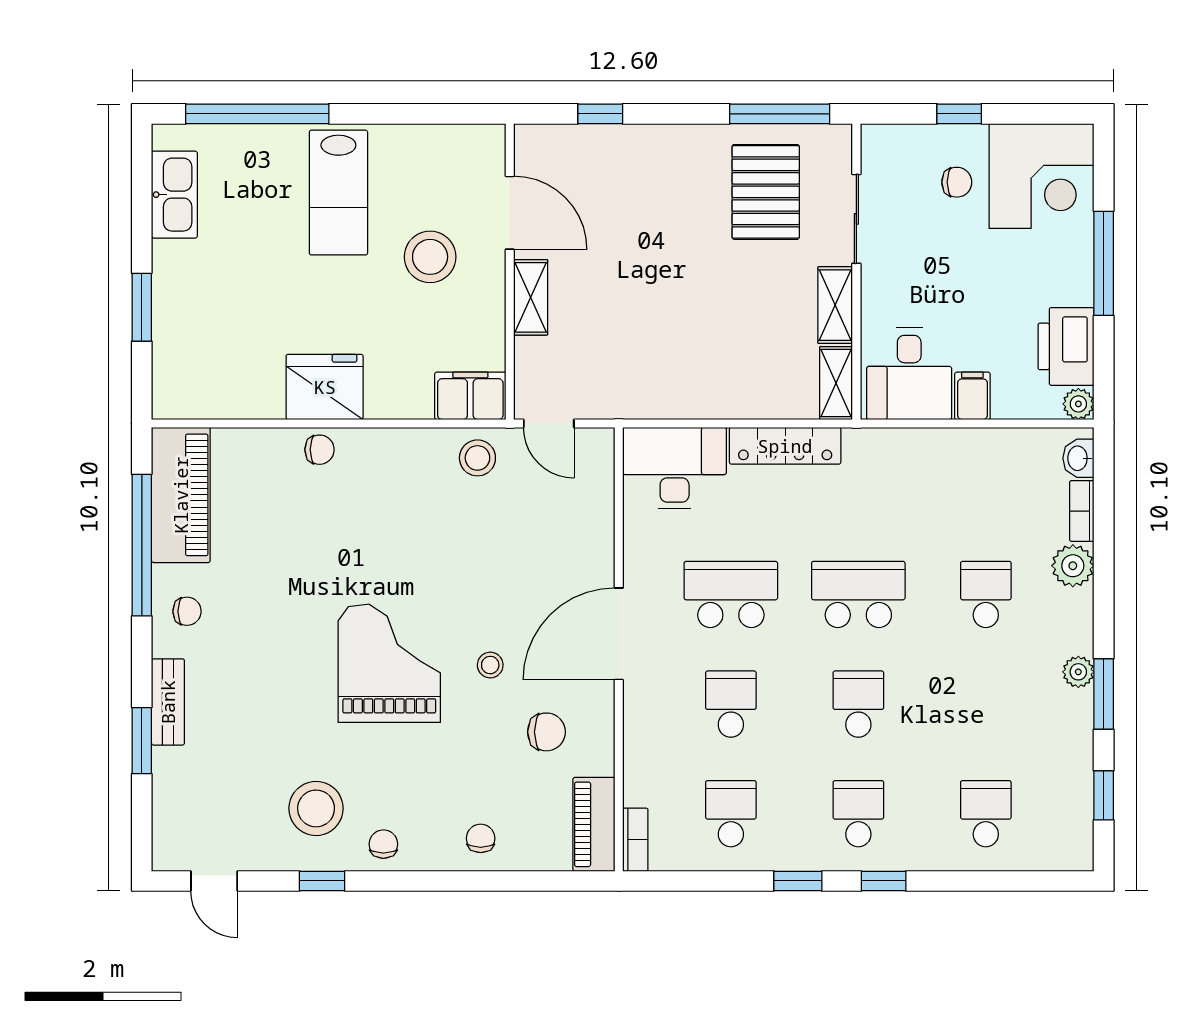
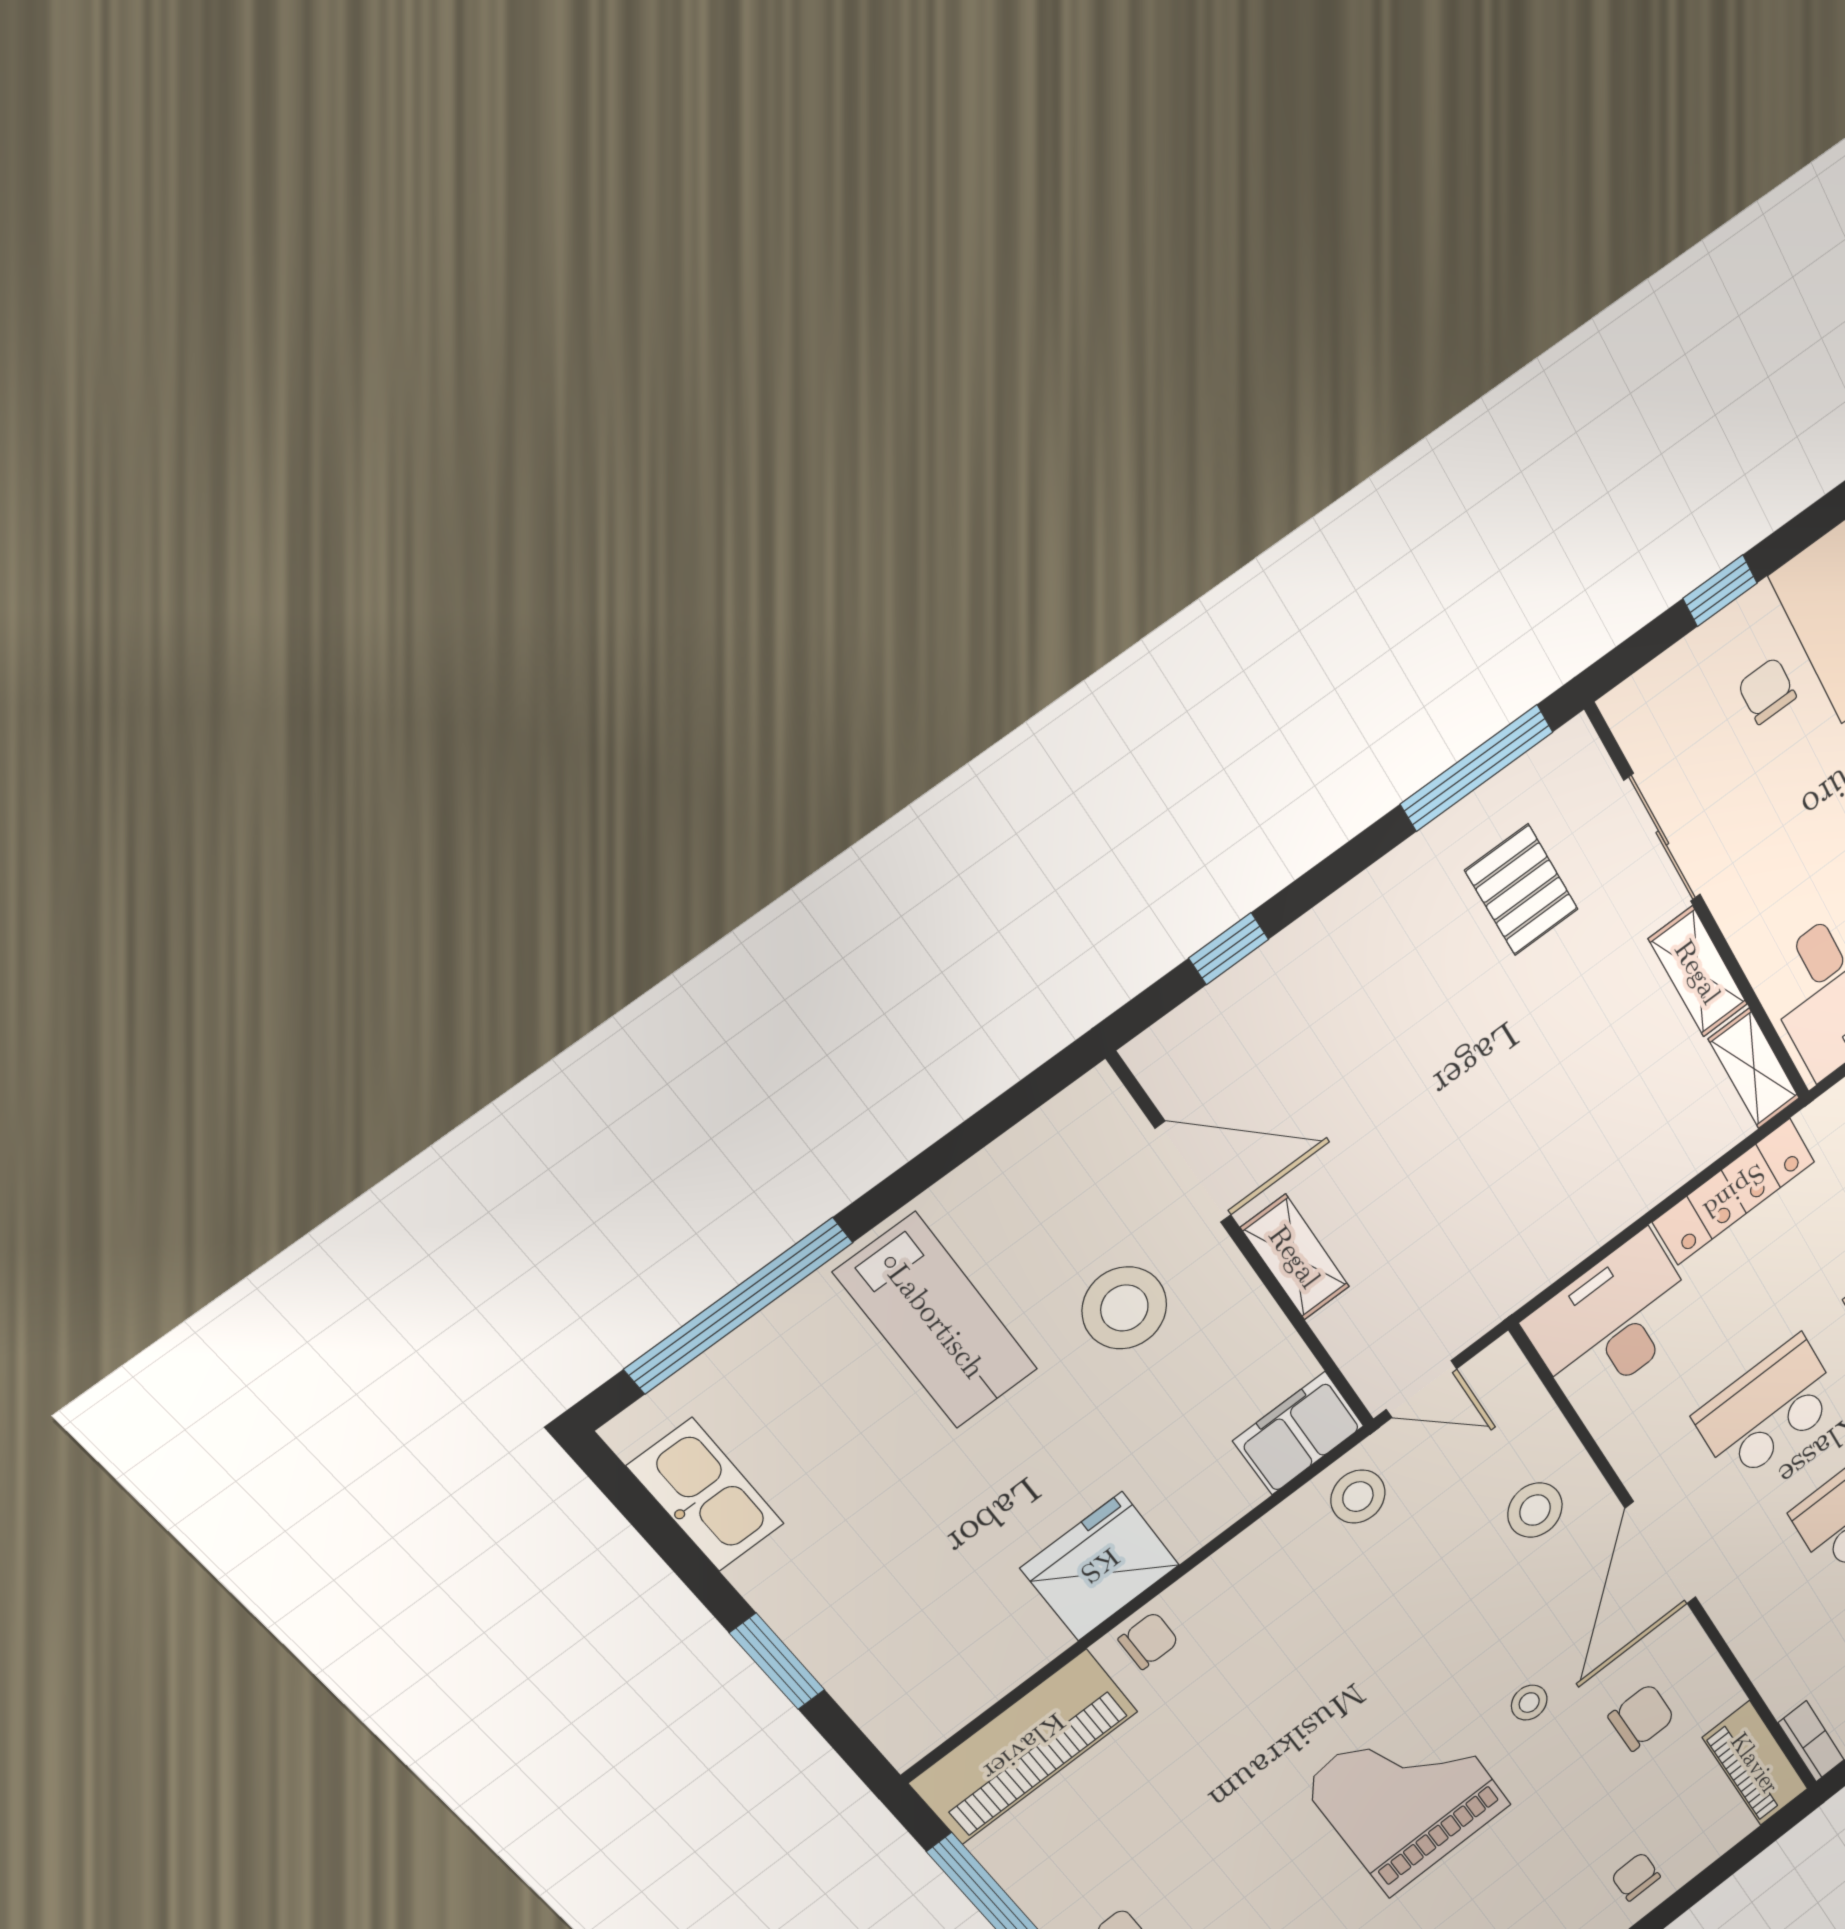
chair: (957, 182) -> (1767, 691), turned -90
pallet: (766, 192) -> (1522, 890), width x0.67, depth x0.71
piano: (181, 495) -> (1024, 1747), moved, turned 90
stool: (565, 546) -> (1535, 1510), added

